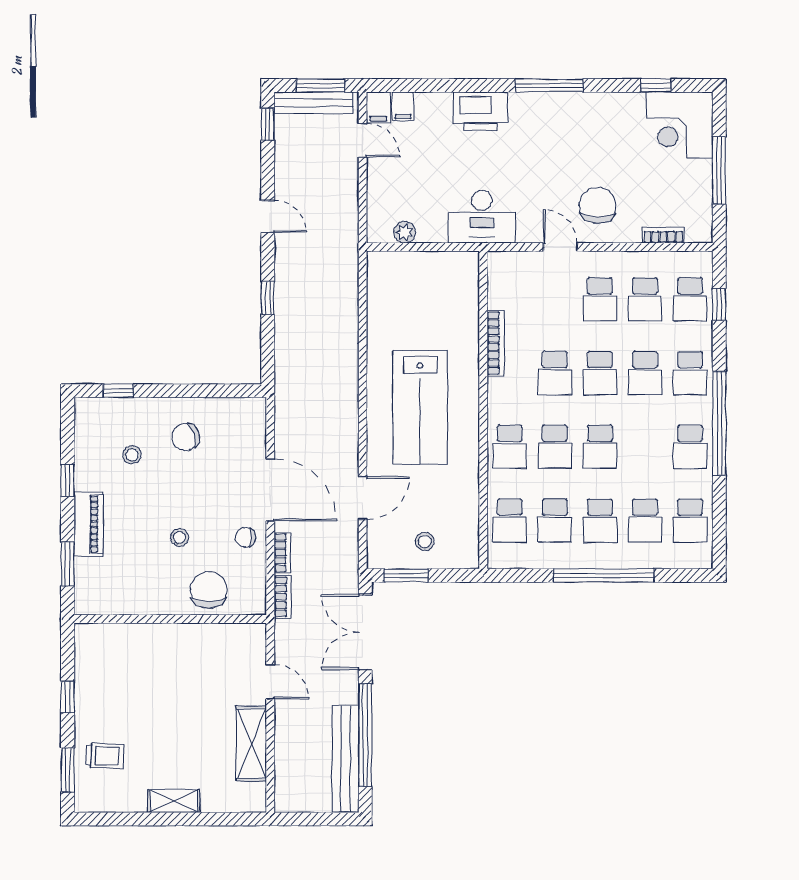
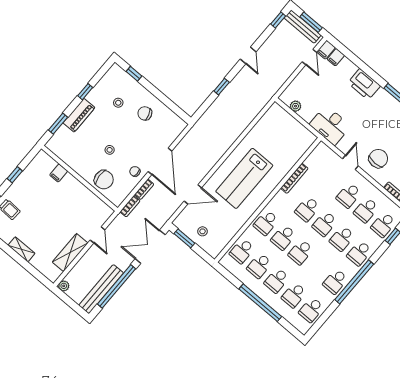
chair: (209, 590) -> (104, 180), turned 86
filing cabinet: (132, 638) -> (59, 173), added
plant: (285, 802) -> (64, 286), added

